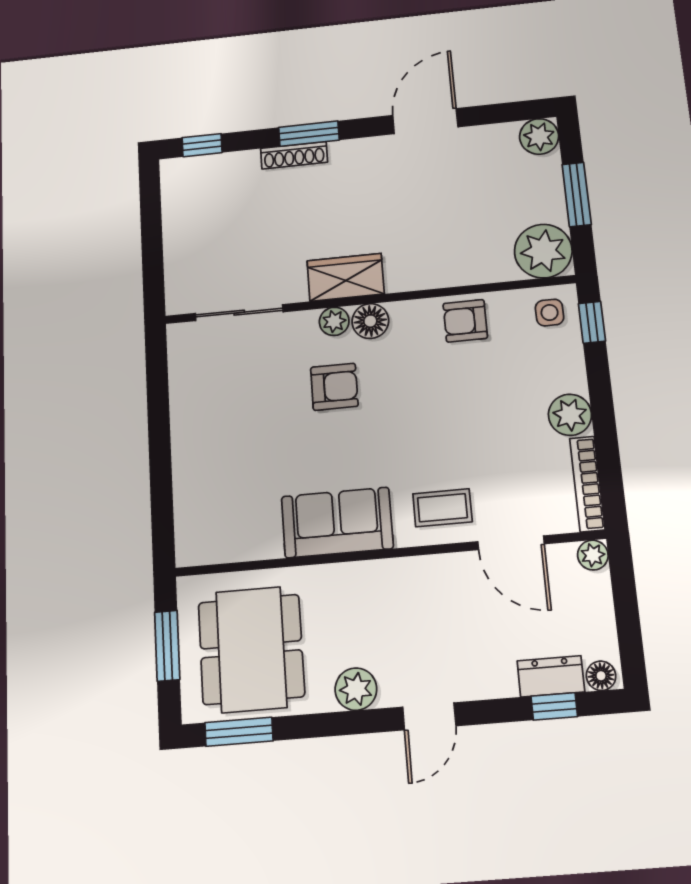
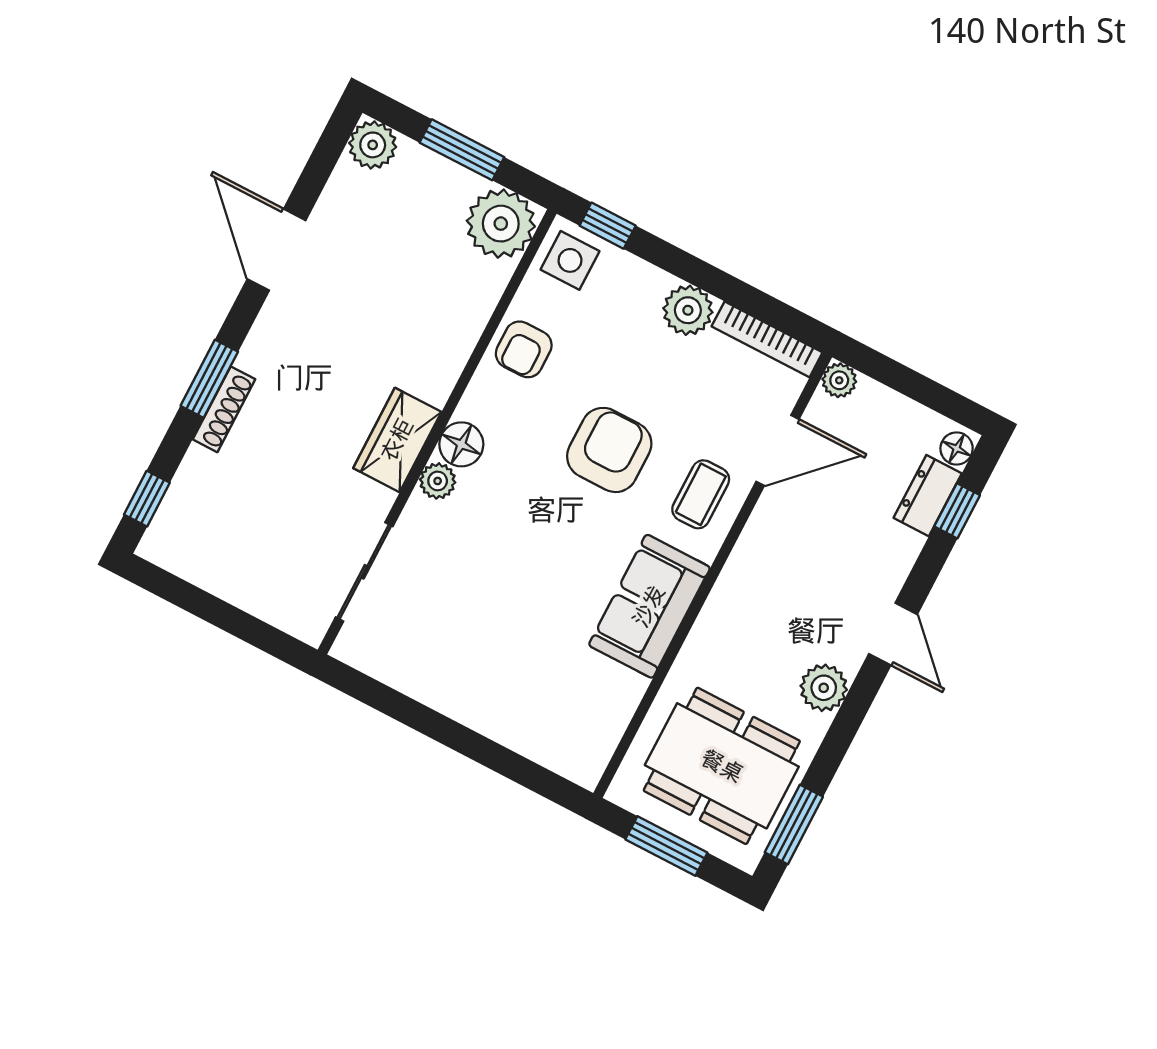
side table: (550, 313) -> (570, 260), width x1.37, depth x1.37
armchair: (334, 387) -> (609, 450), moved, width x1.38, depth x1.38

